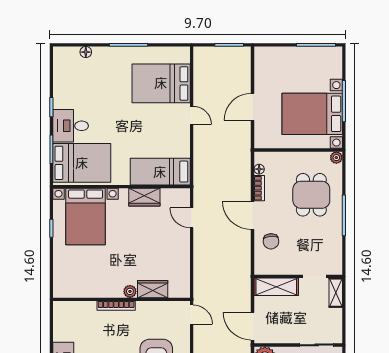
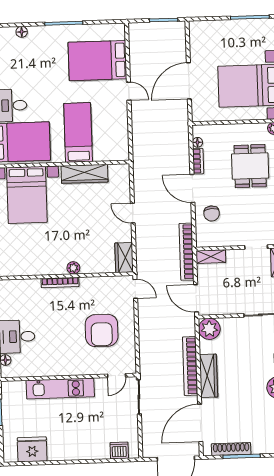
door: (253, 107) -> (189, 81), width x1.36
bed: (160, 172) -> (78, 132), moved, turned 90
wardrobe: (144, 197) -> (84, 174), width x1.50
door: (192, 218) -> (133, 213), moved
bookcase: (244, 279) -> (187, 252), added
shelving: (276, 287) -> (211, 257), width x0.67, depth x0.75
wardrobe: (153, 289) -> (124, 258), moved, turned -90

